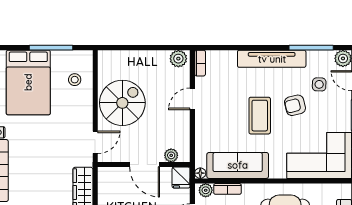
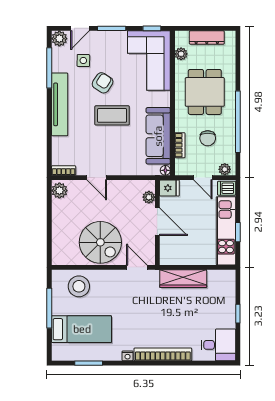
stool: (75, 80) -> (79, 286), width x1.89, depth x1.89
bed: (28, 82) -> (82, 329), width x0.67
spiral stairs: (122, 103) -> (100, 242), turned 180
armchair: (295, 105) -> (103, 83), turned -133
door: (145, 165) -> (157, 222), hinge flipped
plant: (206, 190) -> (181, 54), moved

